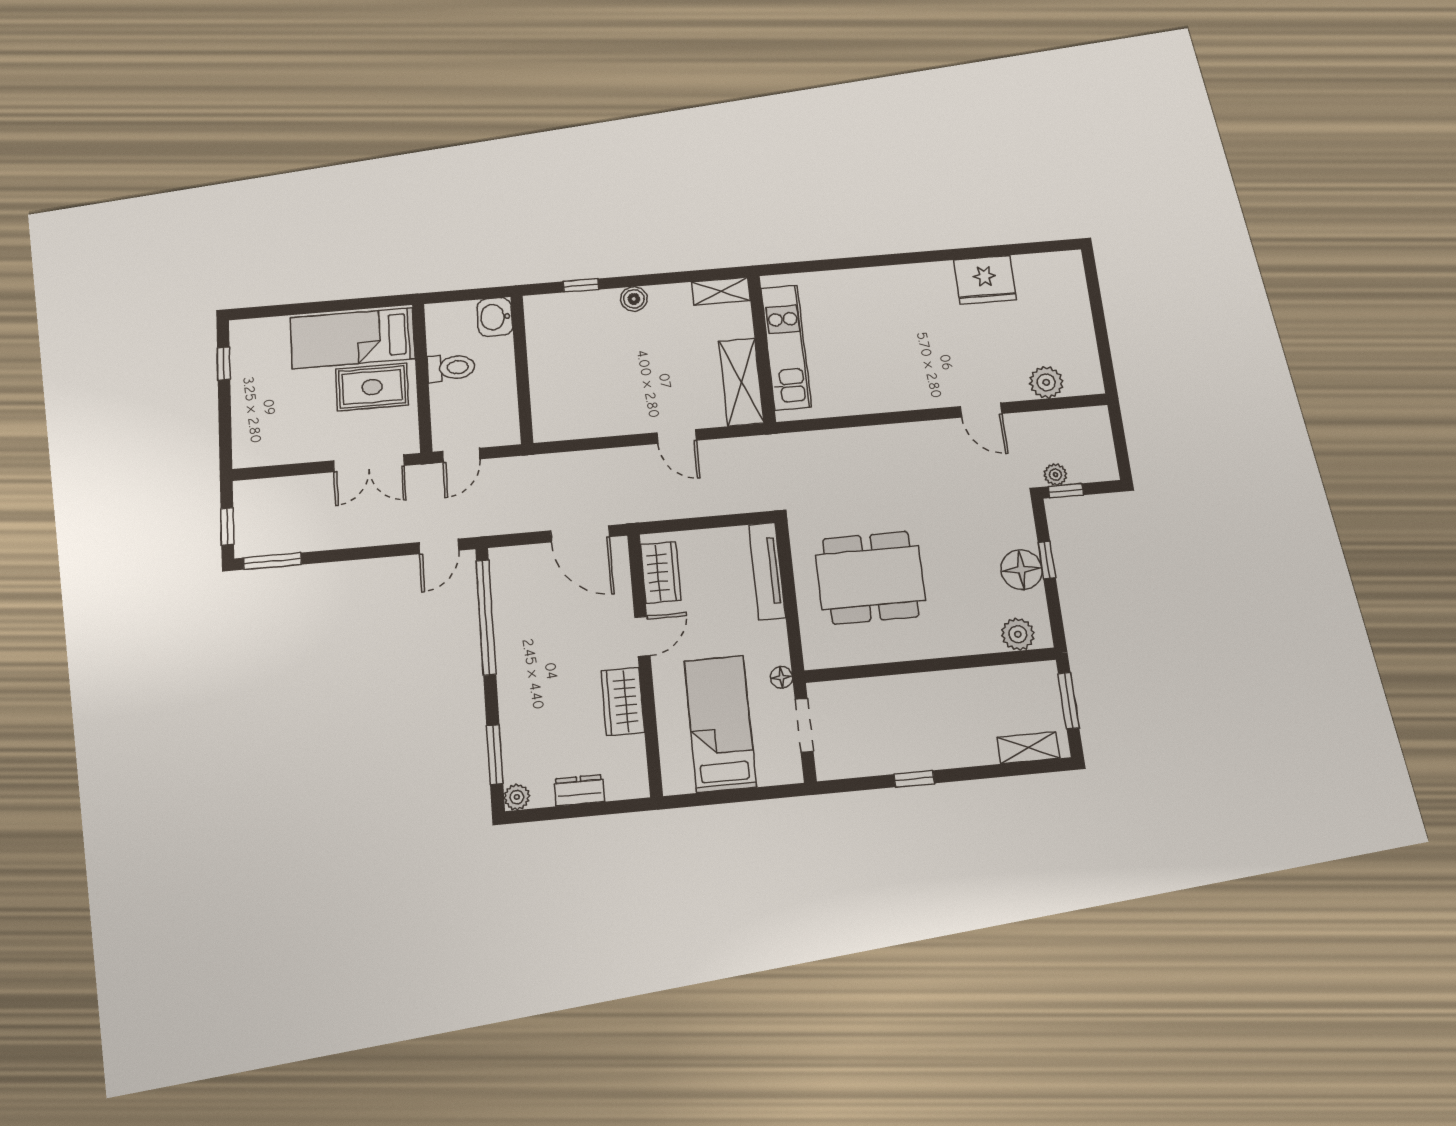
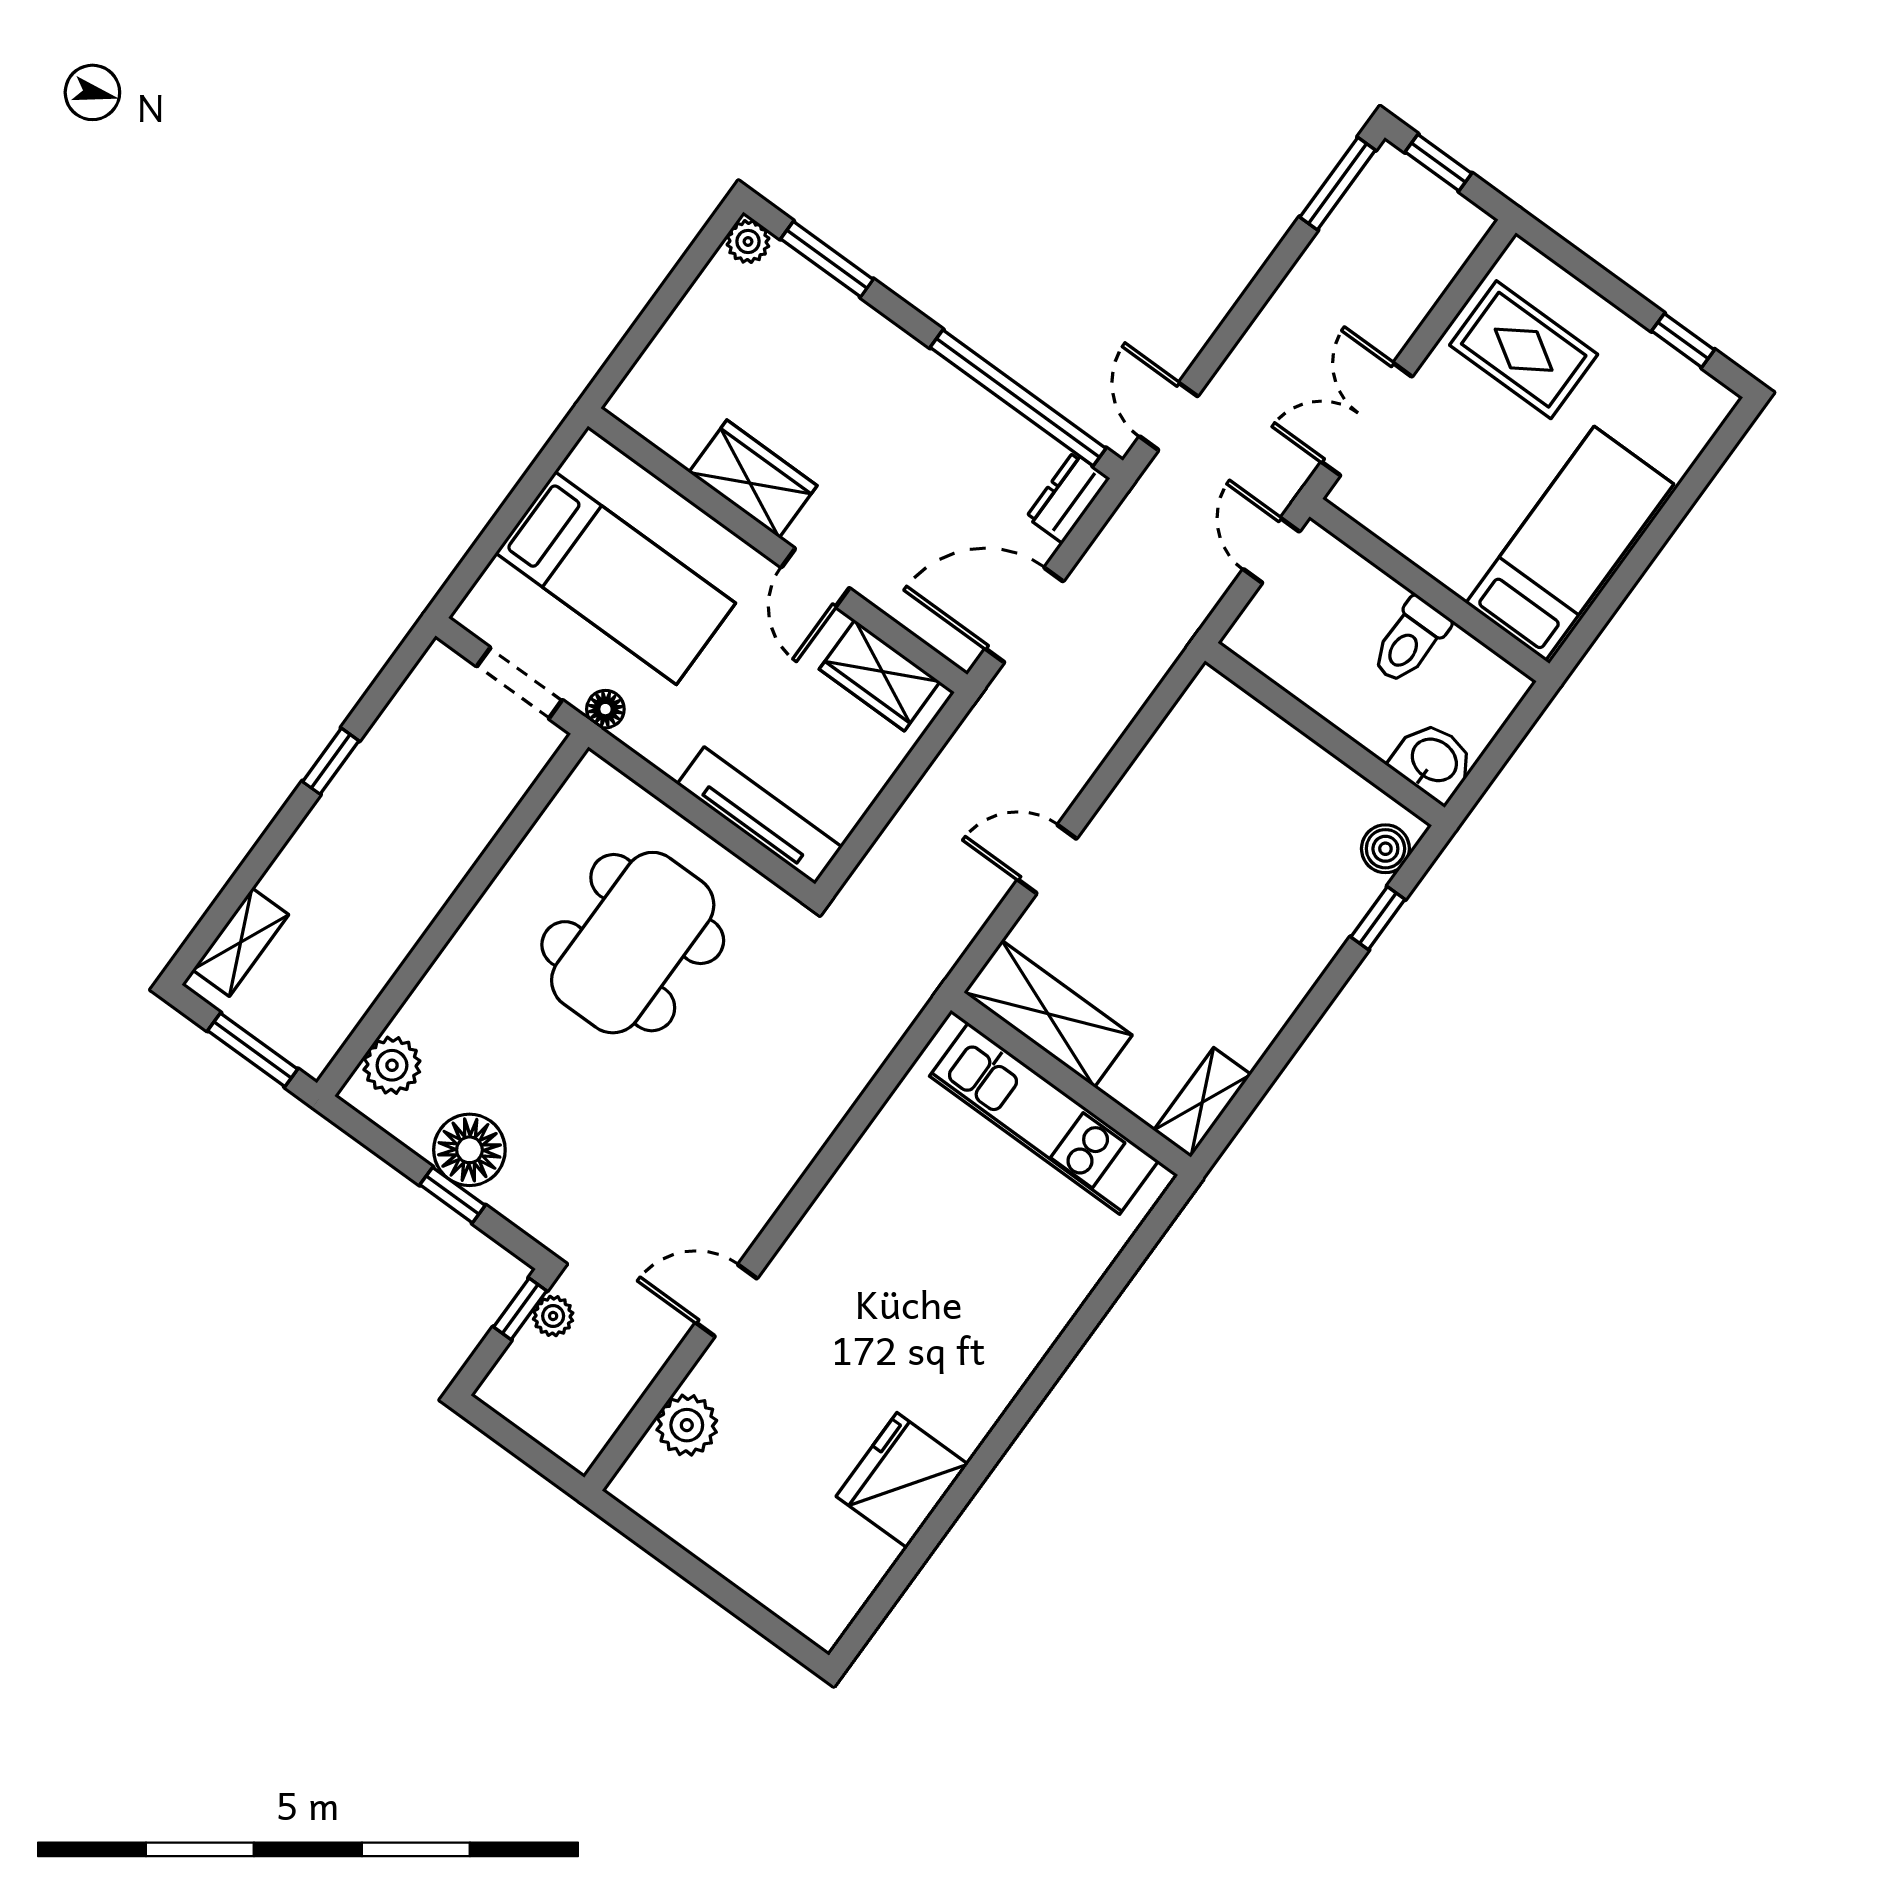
boiler: (634, 299) -> (1385, 849), moved
rug: (372, 387) -> (1524, 350), moved, turned 90
dresser: (579, 790) -> (1068, 498), moved, turned 180

